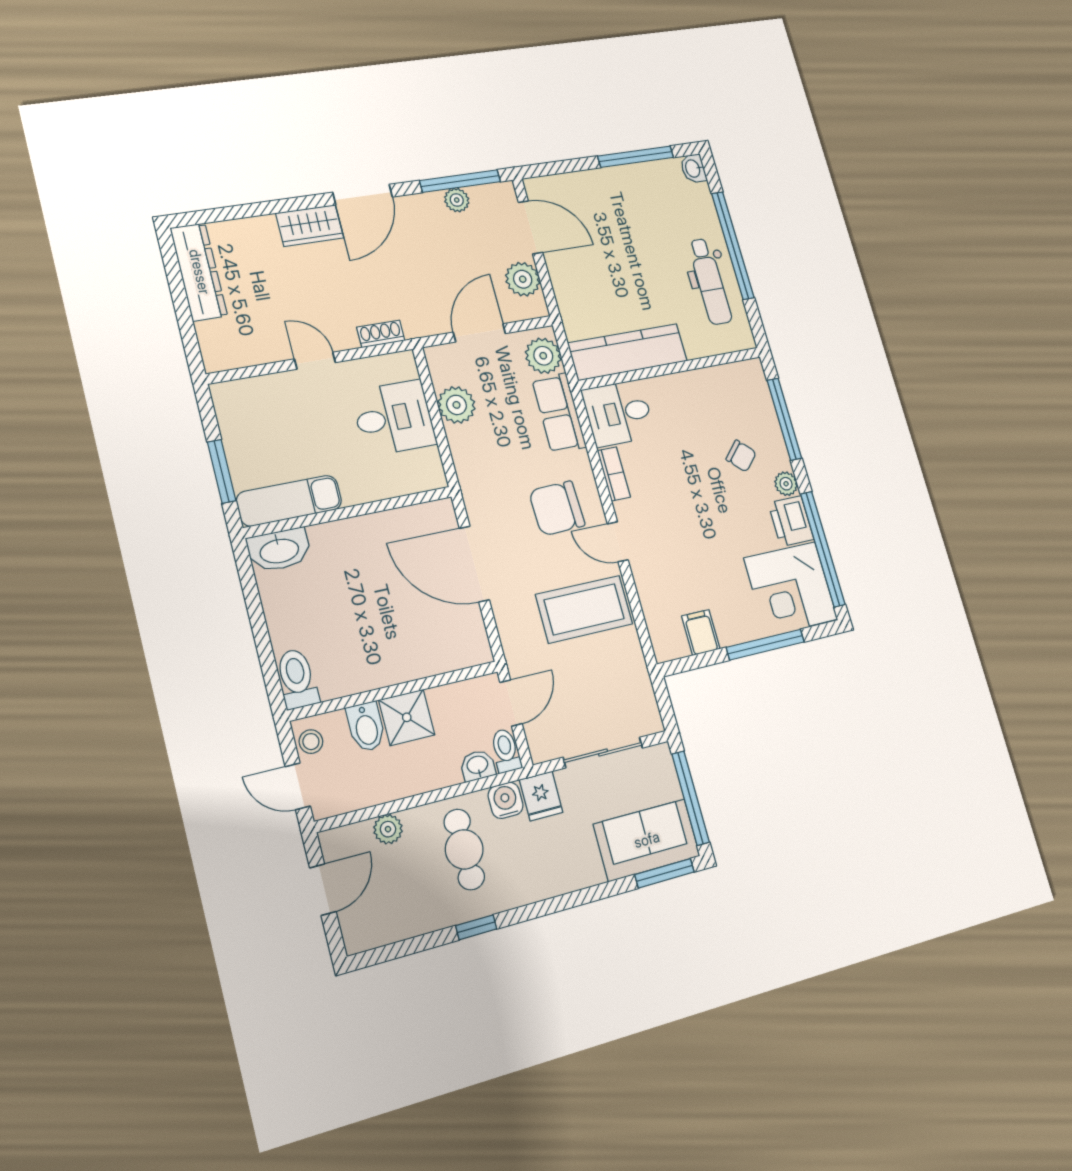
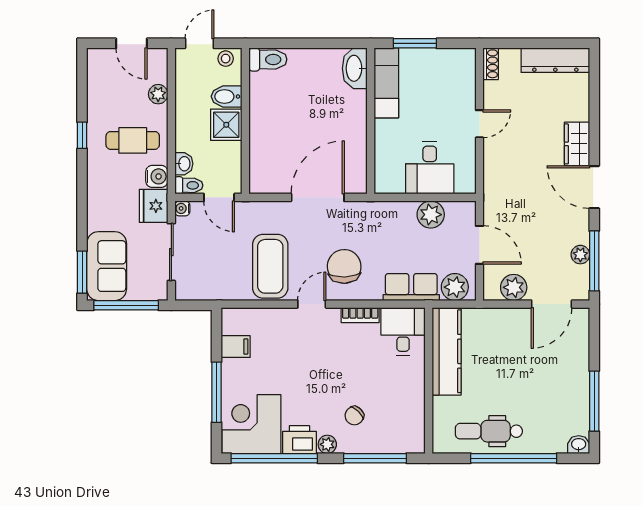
shoe rack: (381, 334) -> (491, 64), moved
water cooler: (540, 752) -> (182, 208), added
fridge: (541, 796) -> (154, 206), width x1.38

